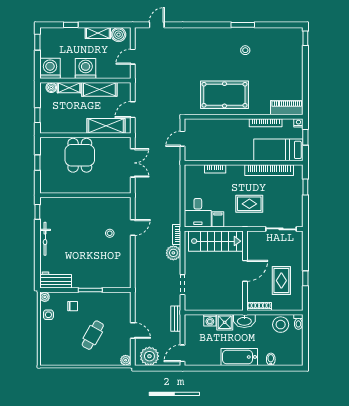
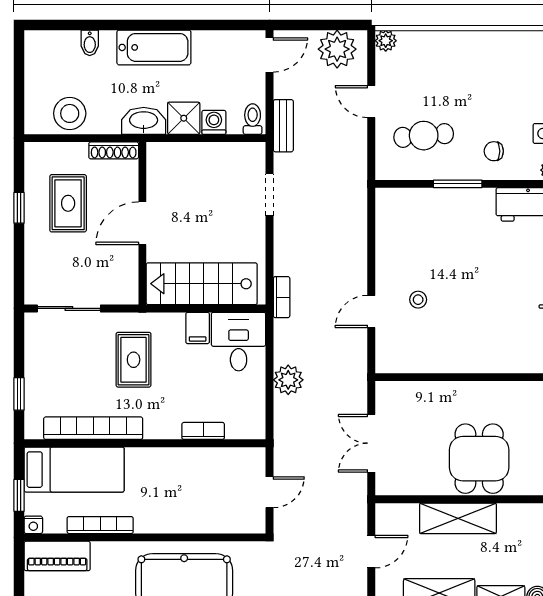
shelving: (106, 126) -> (458, 518), moved
rug: (249, 204) -> (134, 360), turned 90
plant: (173, 253) -> (288, 380), moved
toilet: (298, 322) -> (253, 119), moved
cafe table: (93, 335) -> (424, 136), moved, turned 56

